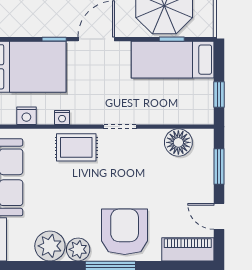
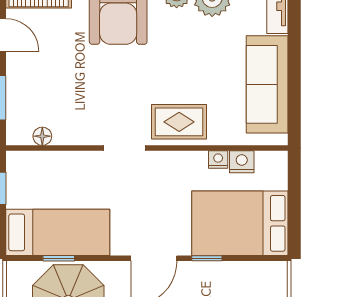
nightstand: (62, 118) -> (218, 159), moved
floor lamp: (178, 142) -> (42, 136), width x0.53, depth x0.53

